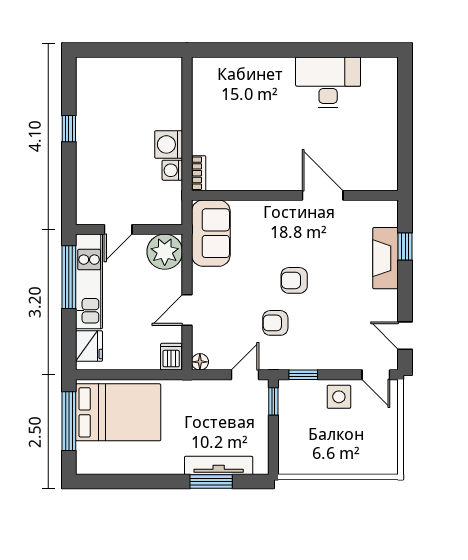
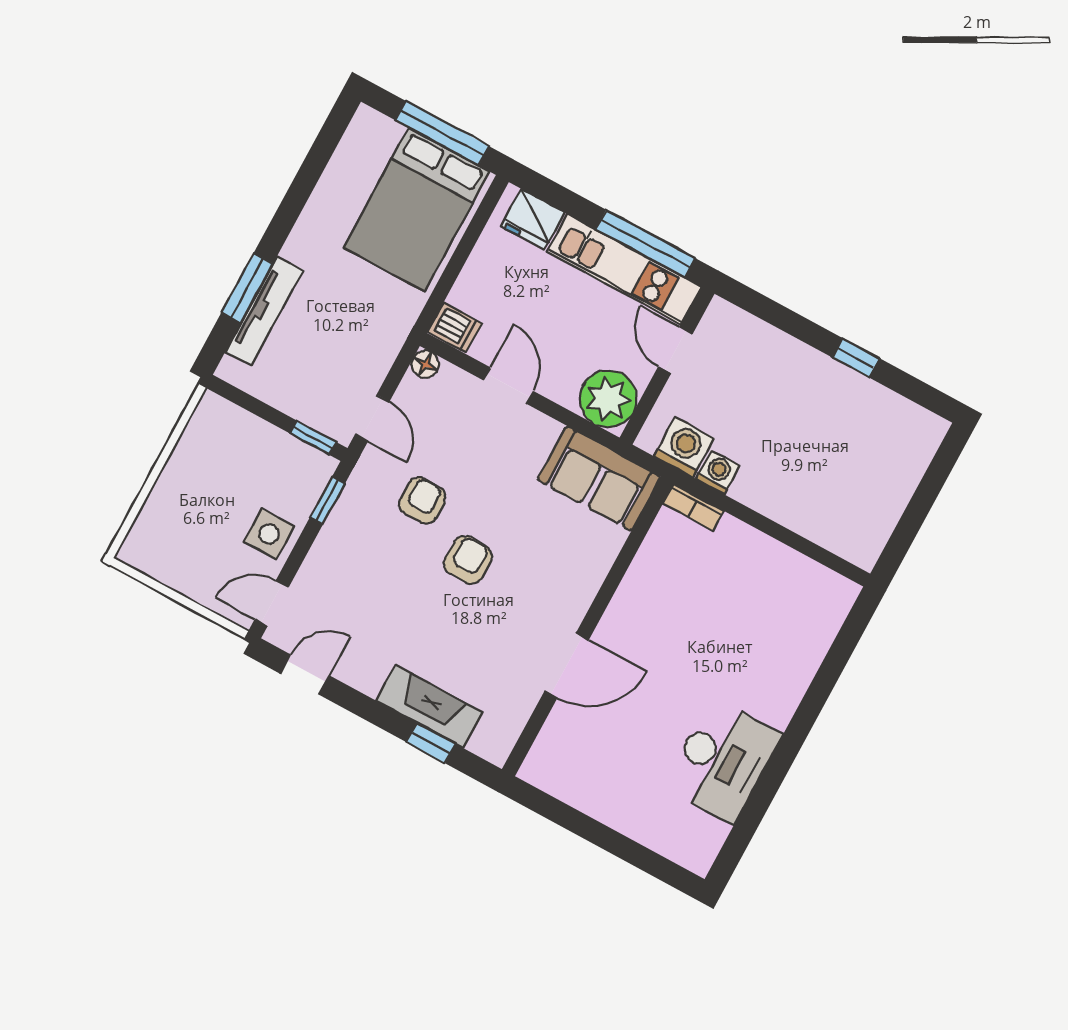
washing machine: (169, 144) -> (684, 447), moved

